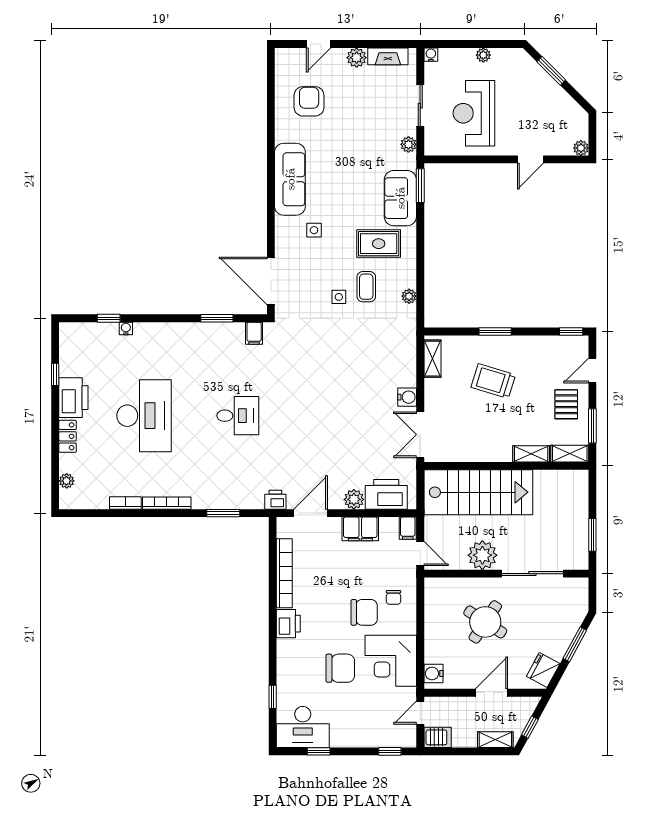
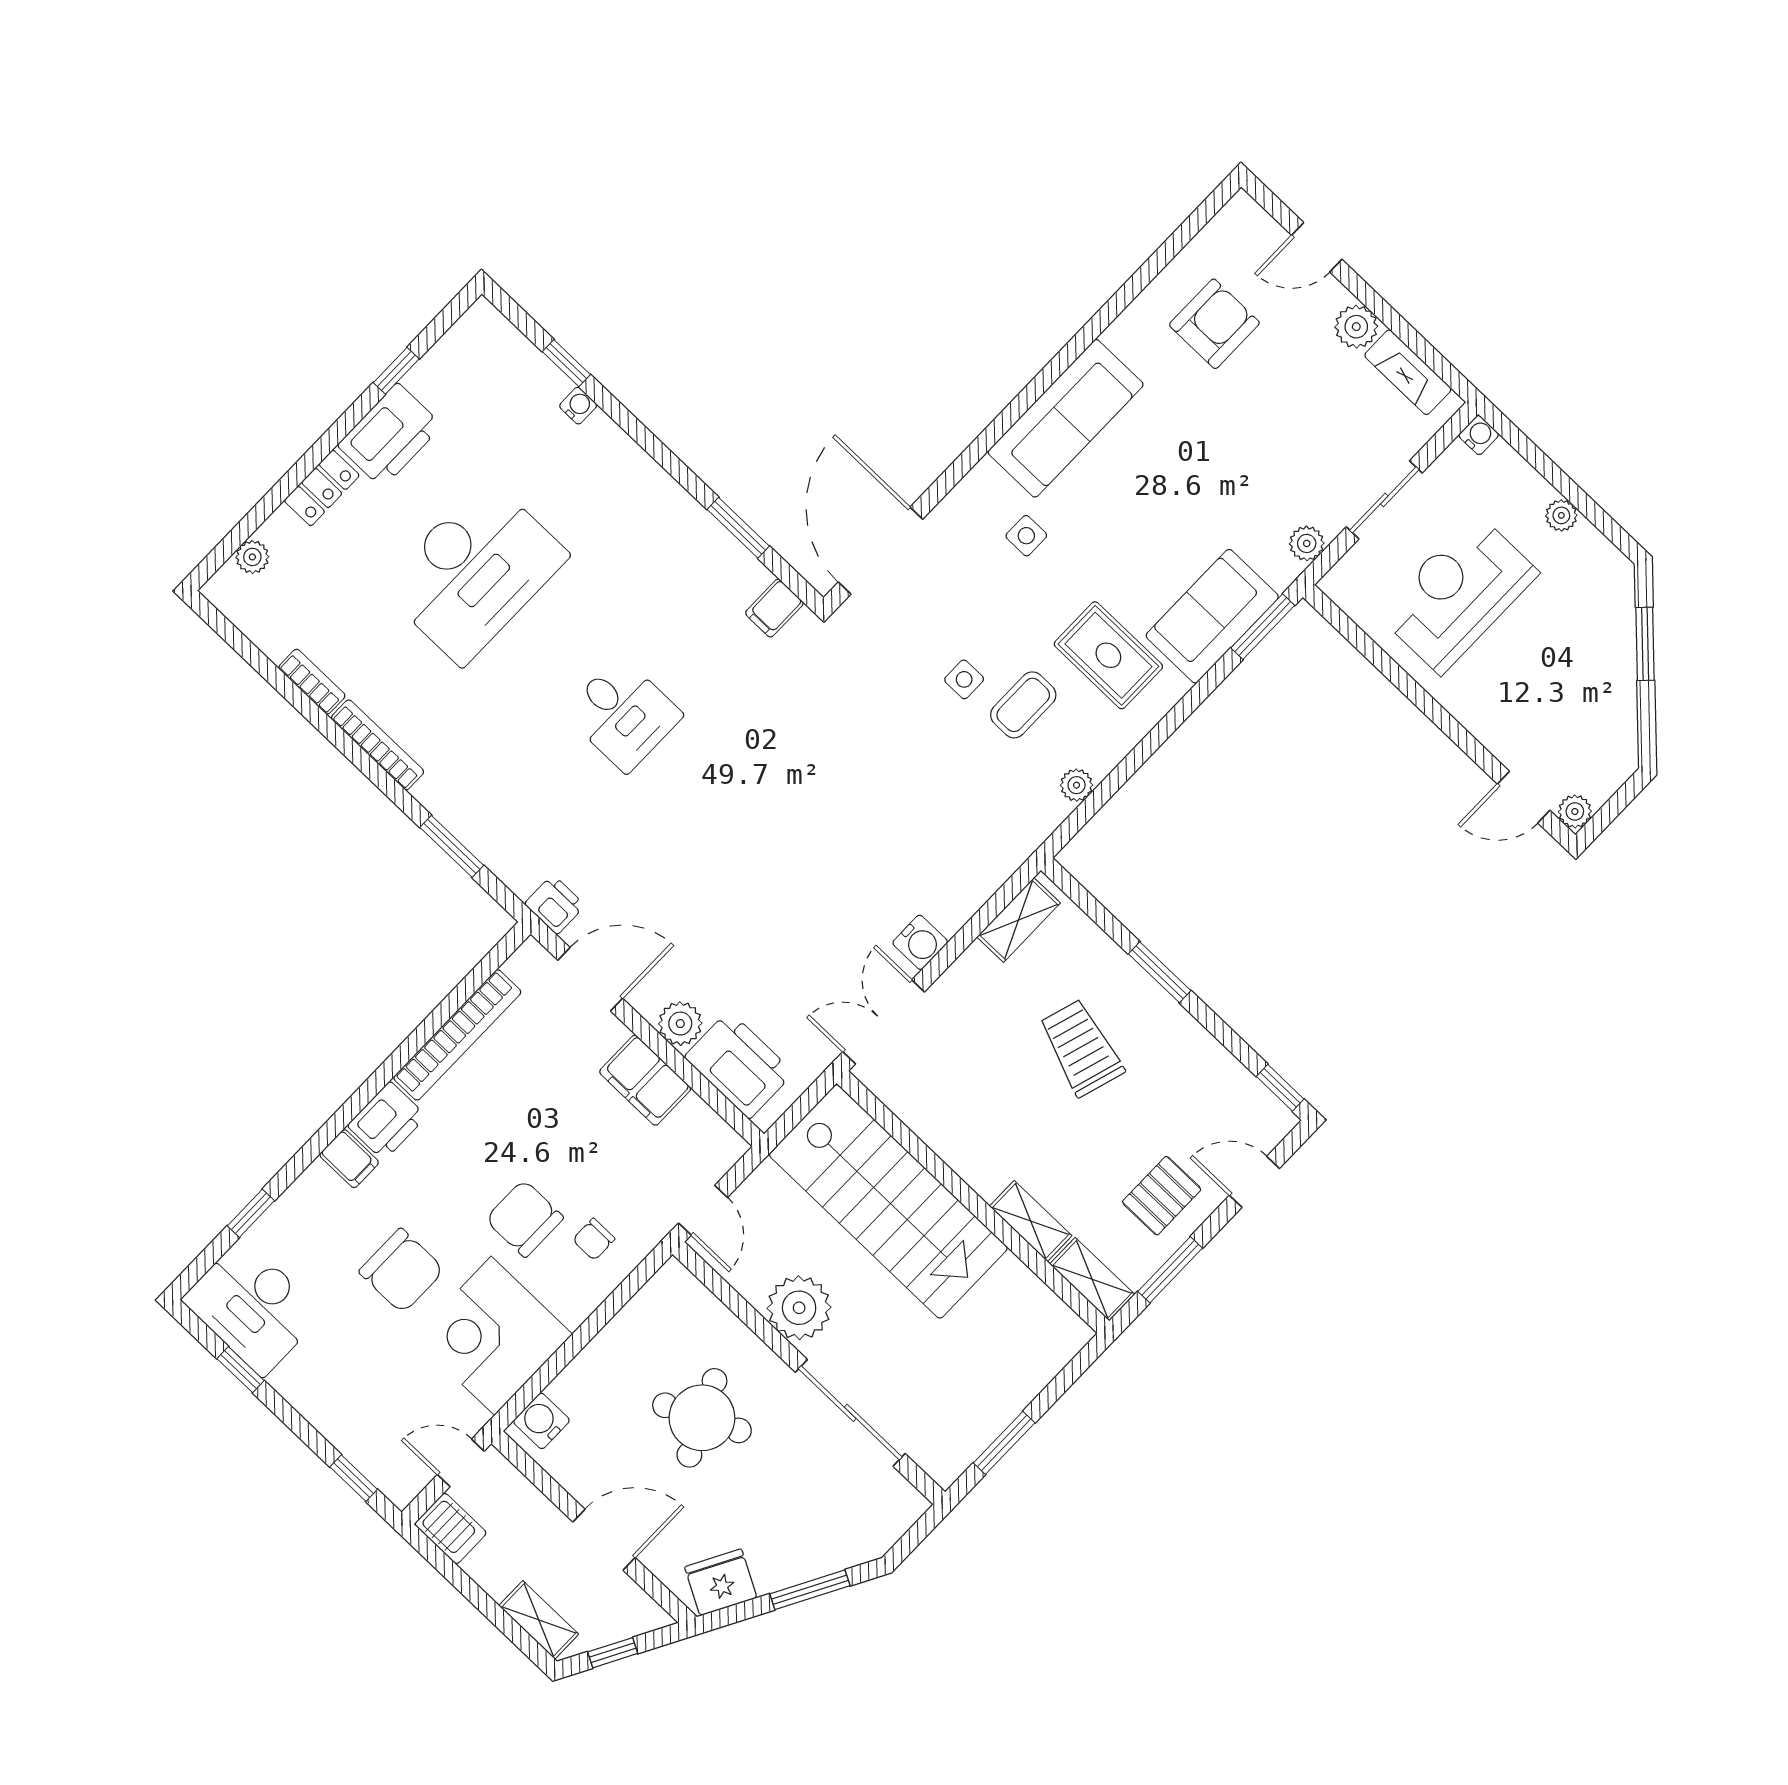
door: (530, 159) -> (1524, 797), moved
filing cabinet: (408, 528) -> (349, 1159), moved, turned -90
chair: (364, 612) -> (524, 1218), turned 180
round table: (485, 622) -> (702, 1418), turned 32

